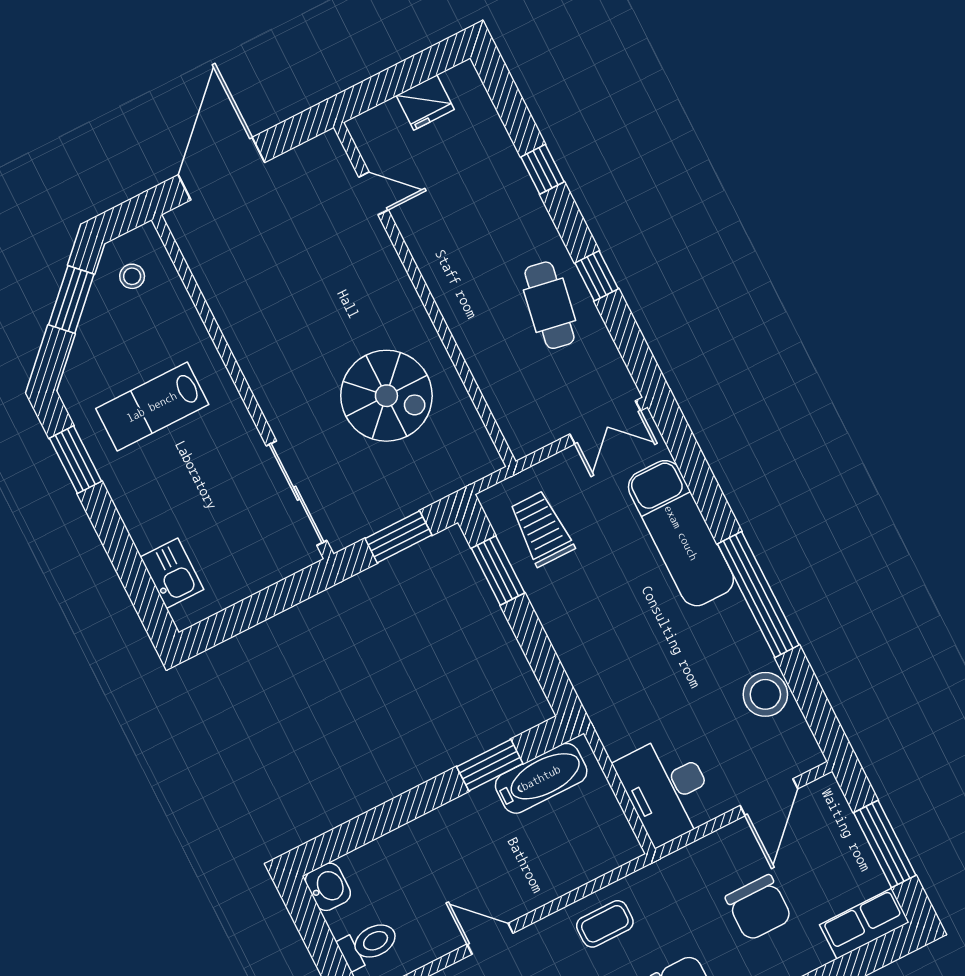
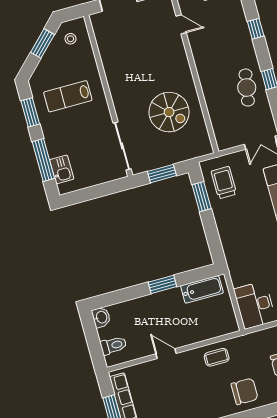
window: (127, 561) -> (43, 160), added
window: (490, 765) -> (162, 284), moved

